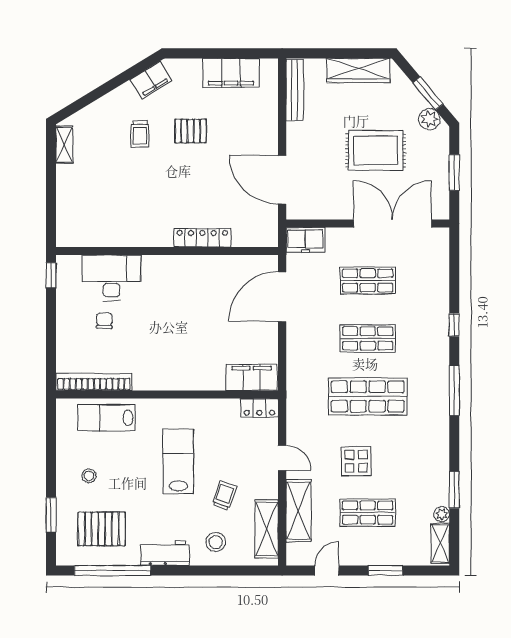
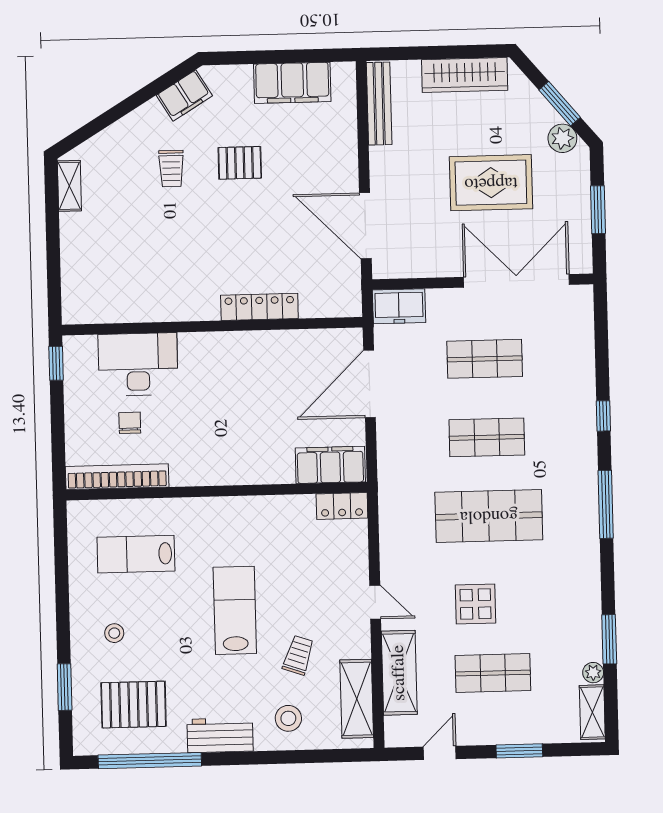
filing cabinet: (252, 377) -> (330, 465), moved
bookcase: (94, 382) -> (117, 477), moved
wall: (167, 395) -> (217, 491), moved
locker: (259, 408) -> (342, 506), moved

